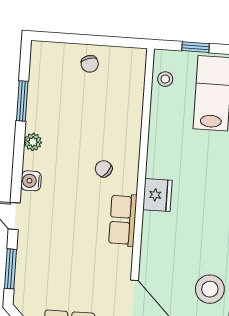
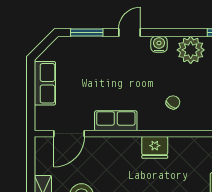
plant: (33, 142) -> (191, 50), width x1.87, depth x1.87
row of seats: (123, 220) -> (116, 121), moved

